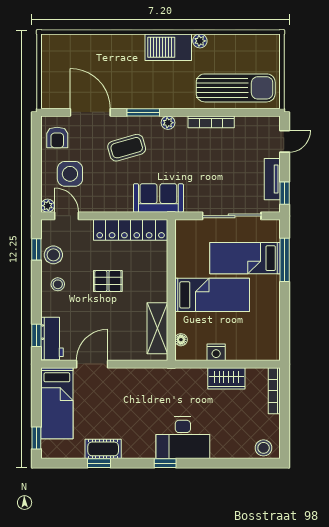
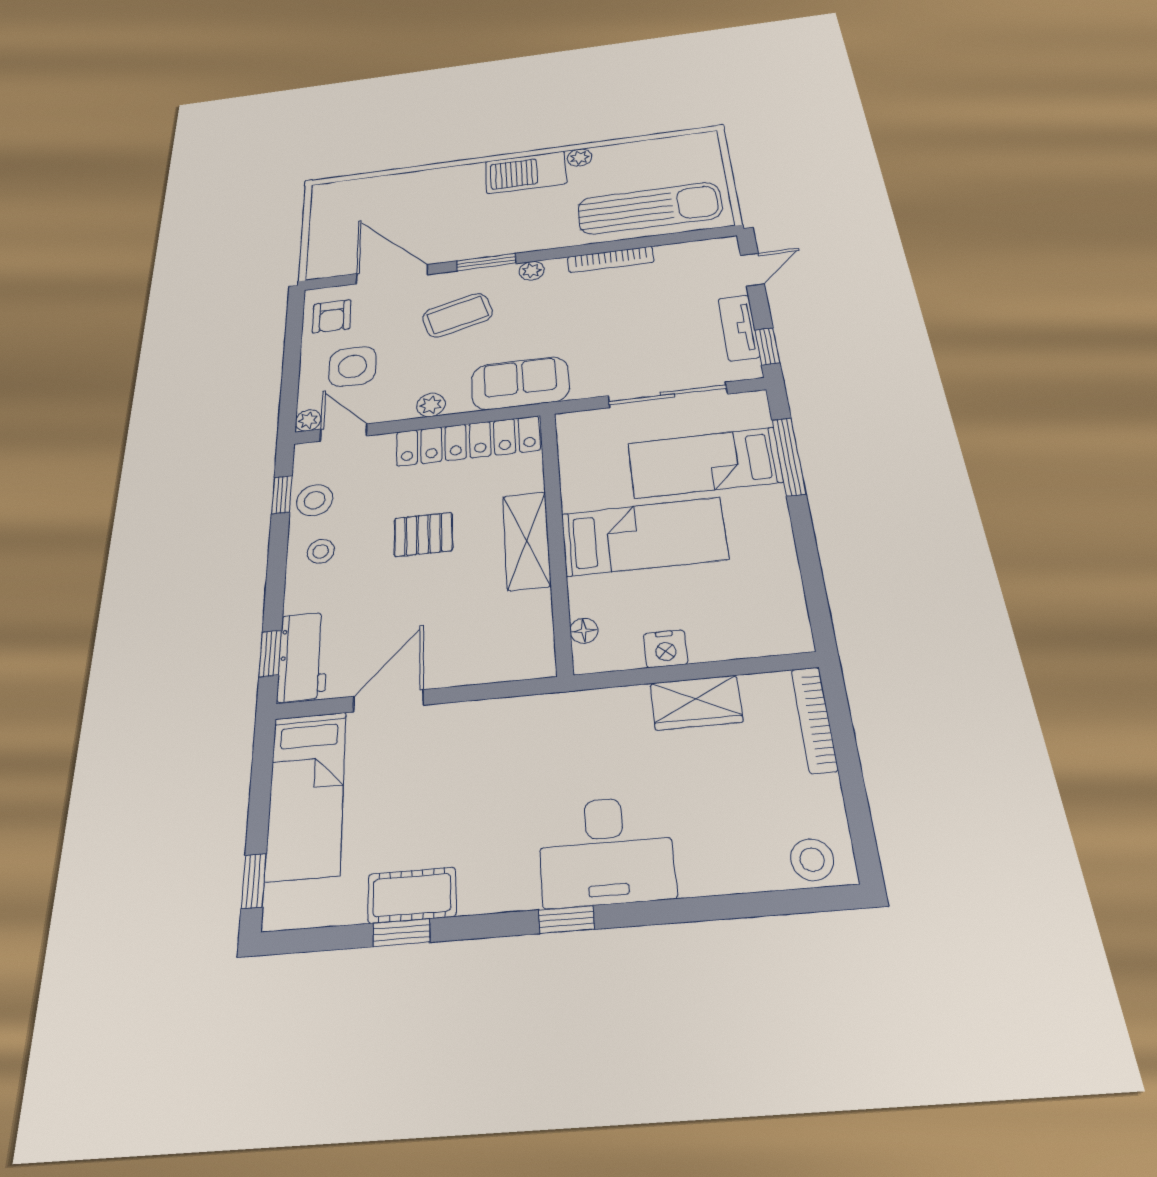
plant: (112, 205) -> (431, 405), added
shelving: (157, 328) -> (527, 540), moved

